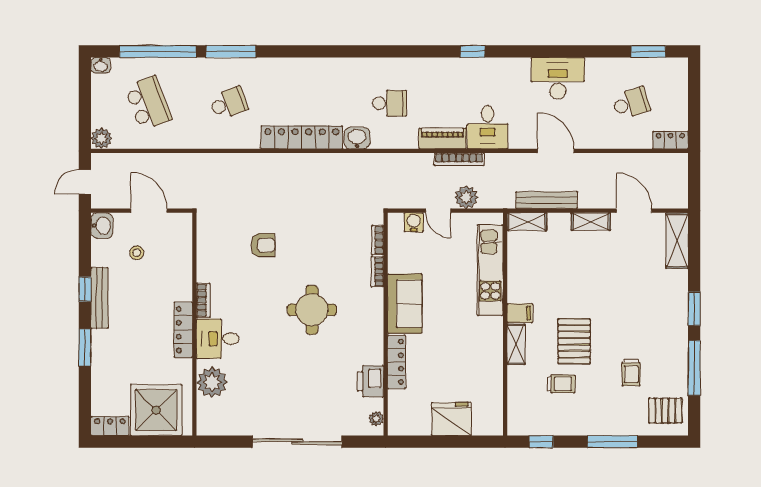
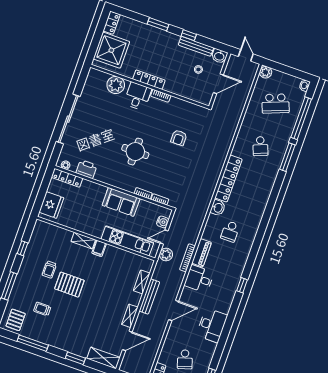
kitchen unit: (490, 270) -> (127, 241), moved
bench: (99, 298) -> (196, 46), moved
window: (694, 309) -> (75, 358), moved
filing cabinet: (520, 313) -> (99, 248), moved
wall: (505, 324) -> (96, 239), moved
shelving: (516, 344) -> (83, 241), moved
locker: (396, 362) -> (67, 178), moved

